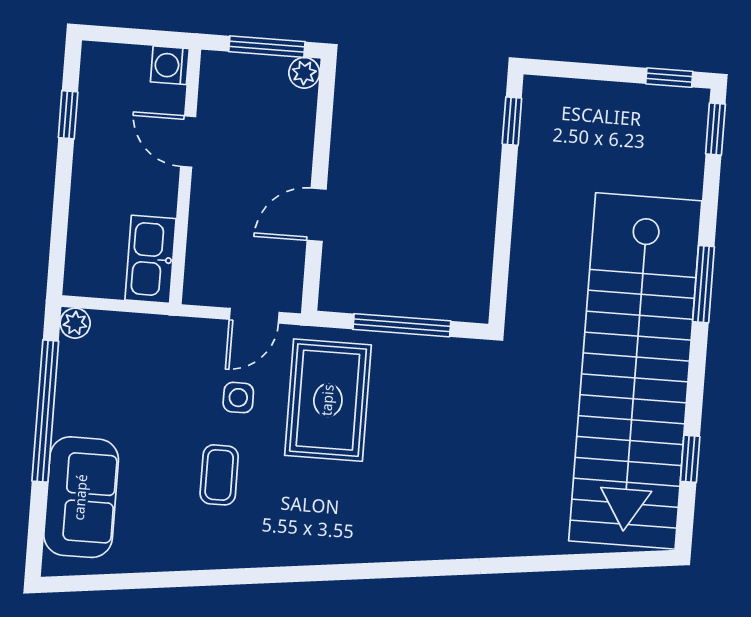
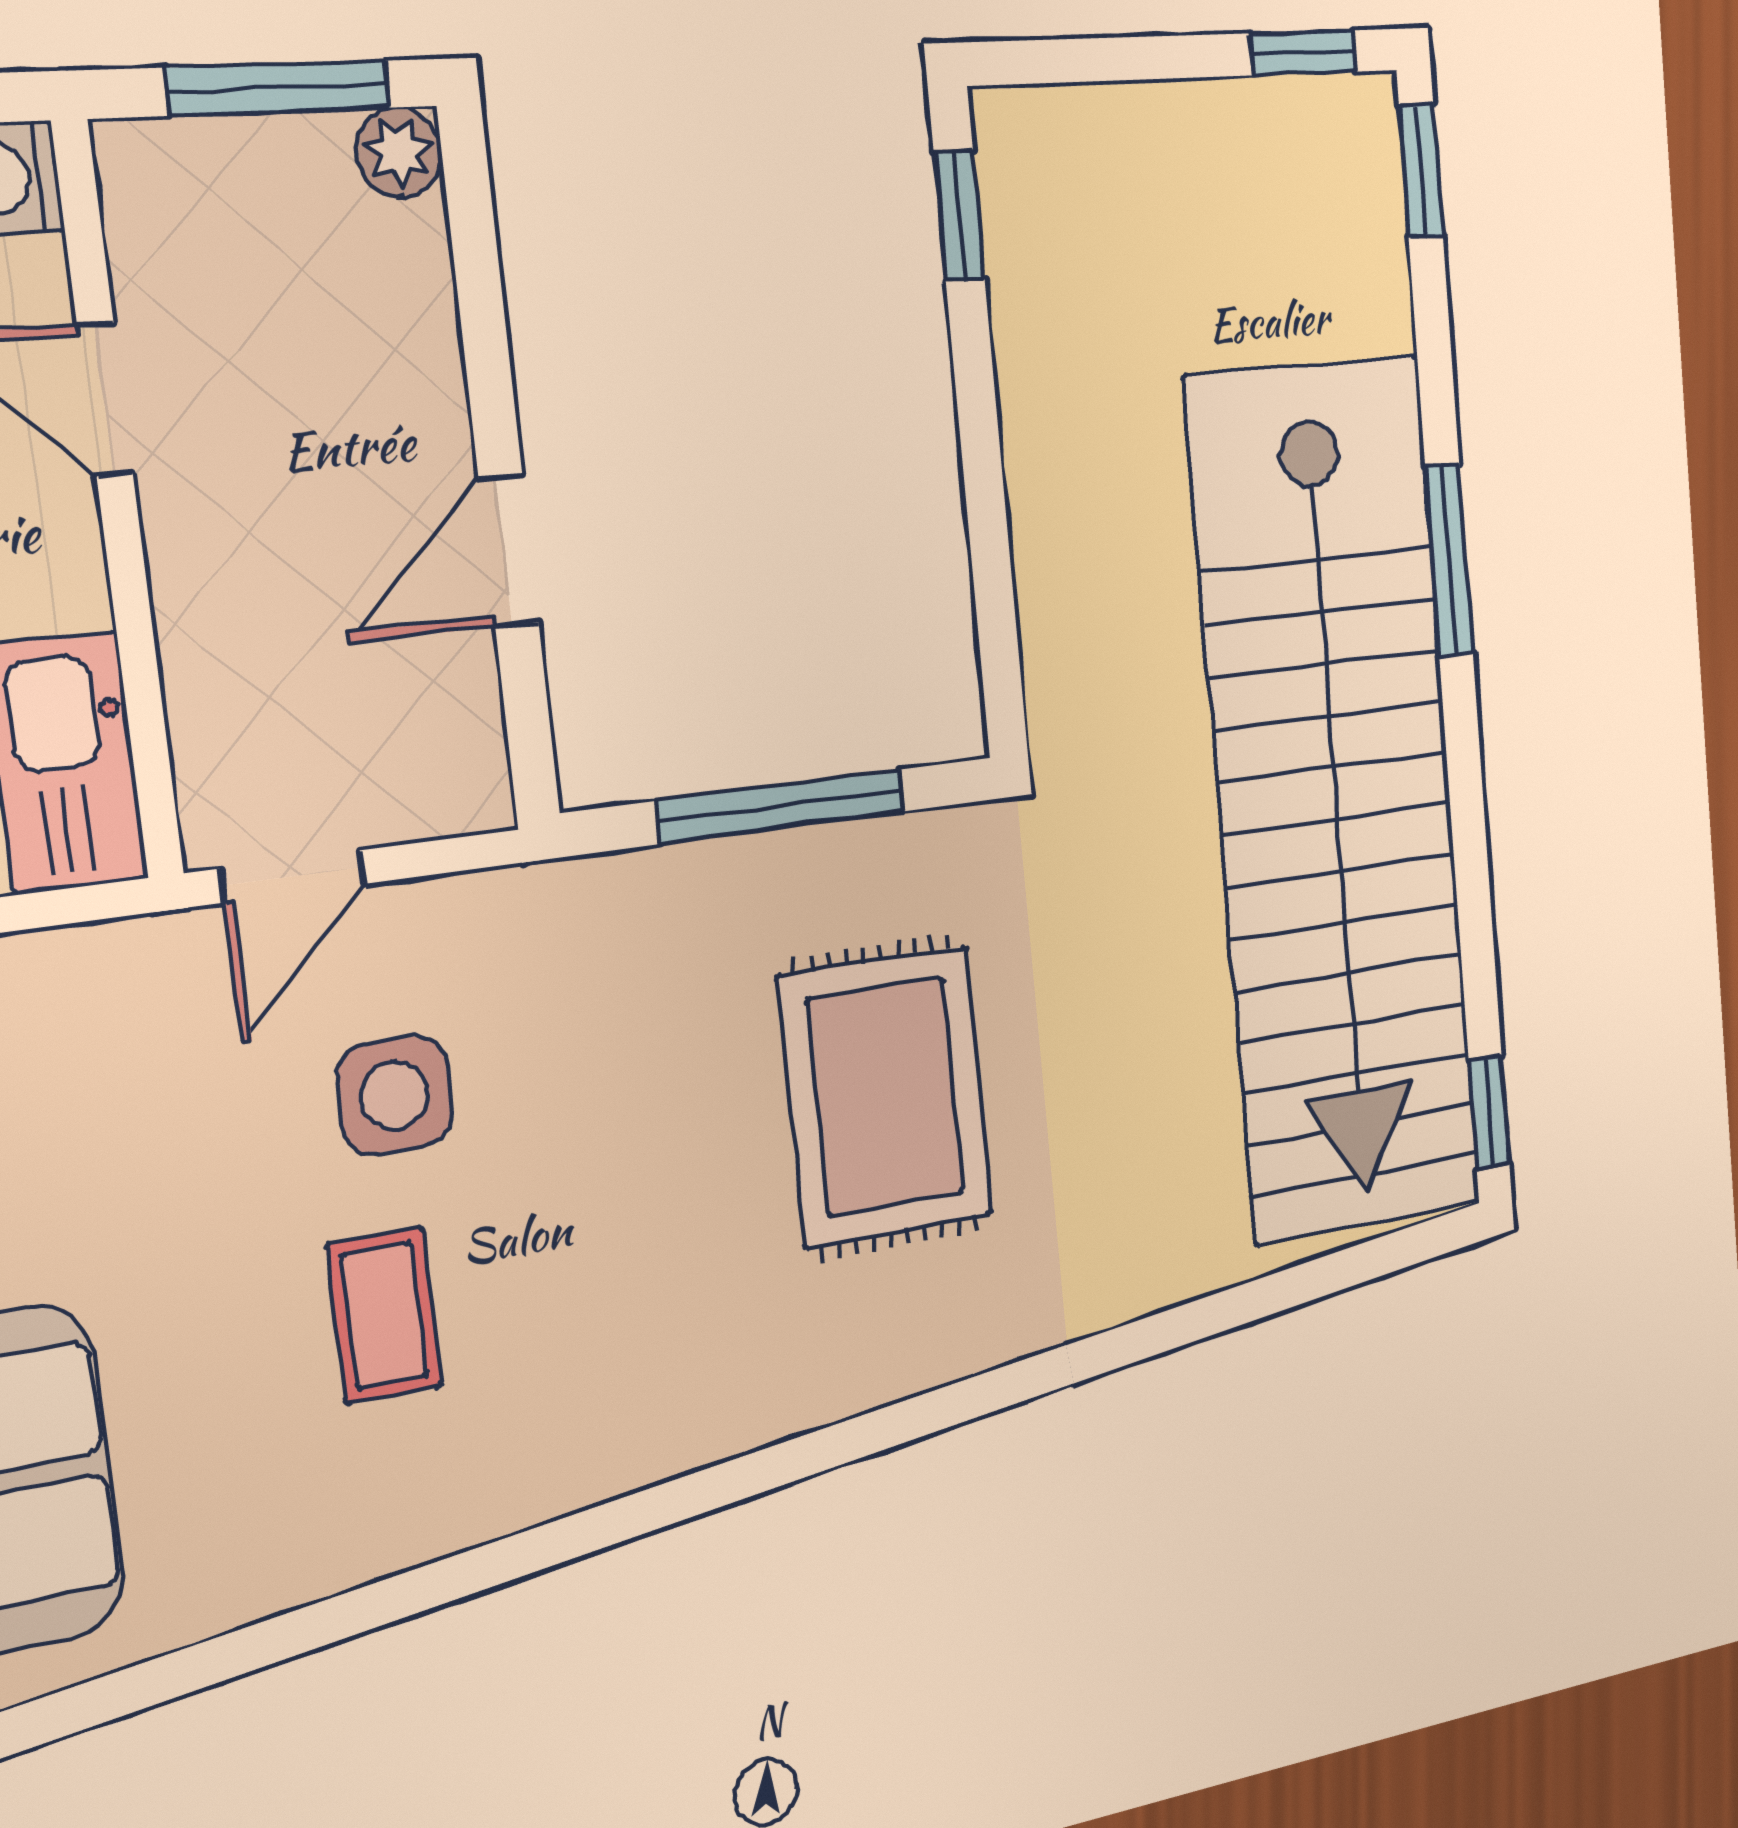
door: (254, 316) -> (293, 876), moved
side table: (238, 398) -> (395, 1095), width x1.37, depth x1.37
rug: (328, 400) -> (886, 1097), moved
window: (690, 459) -> (1489, 1113), moved

